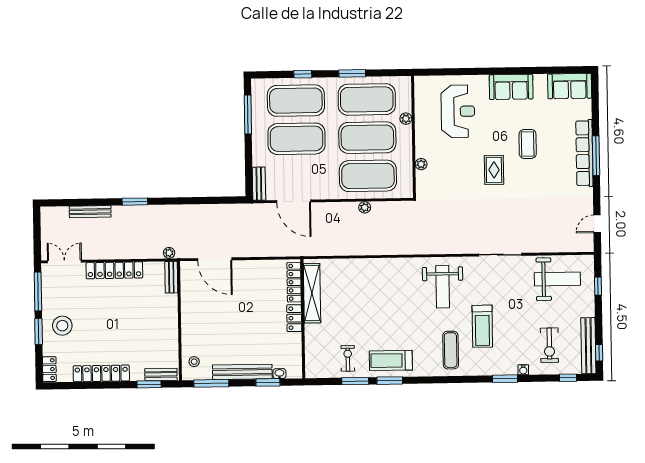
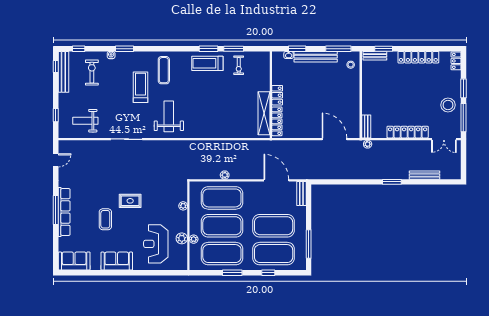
plant: (422, 119) -> (182, 238), added
rug: (494, 170) -> (130, 201), turned 90
weight bench: (557, 279) -> (85, 121), width x0.73, depth x0.75
stool: (62, 326) -> (448, 105), moved
treadmill: (391, 360) -> (207, 63), turned 180

